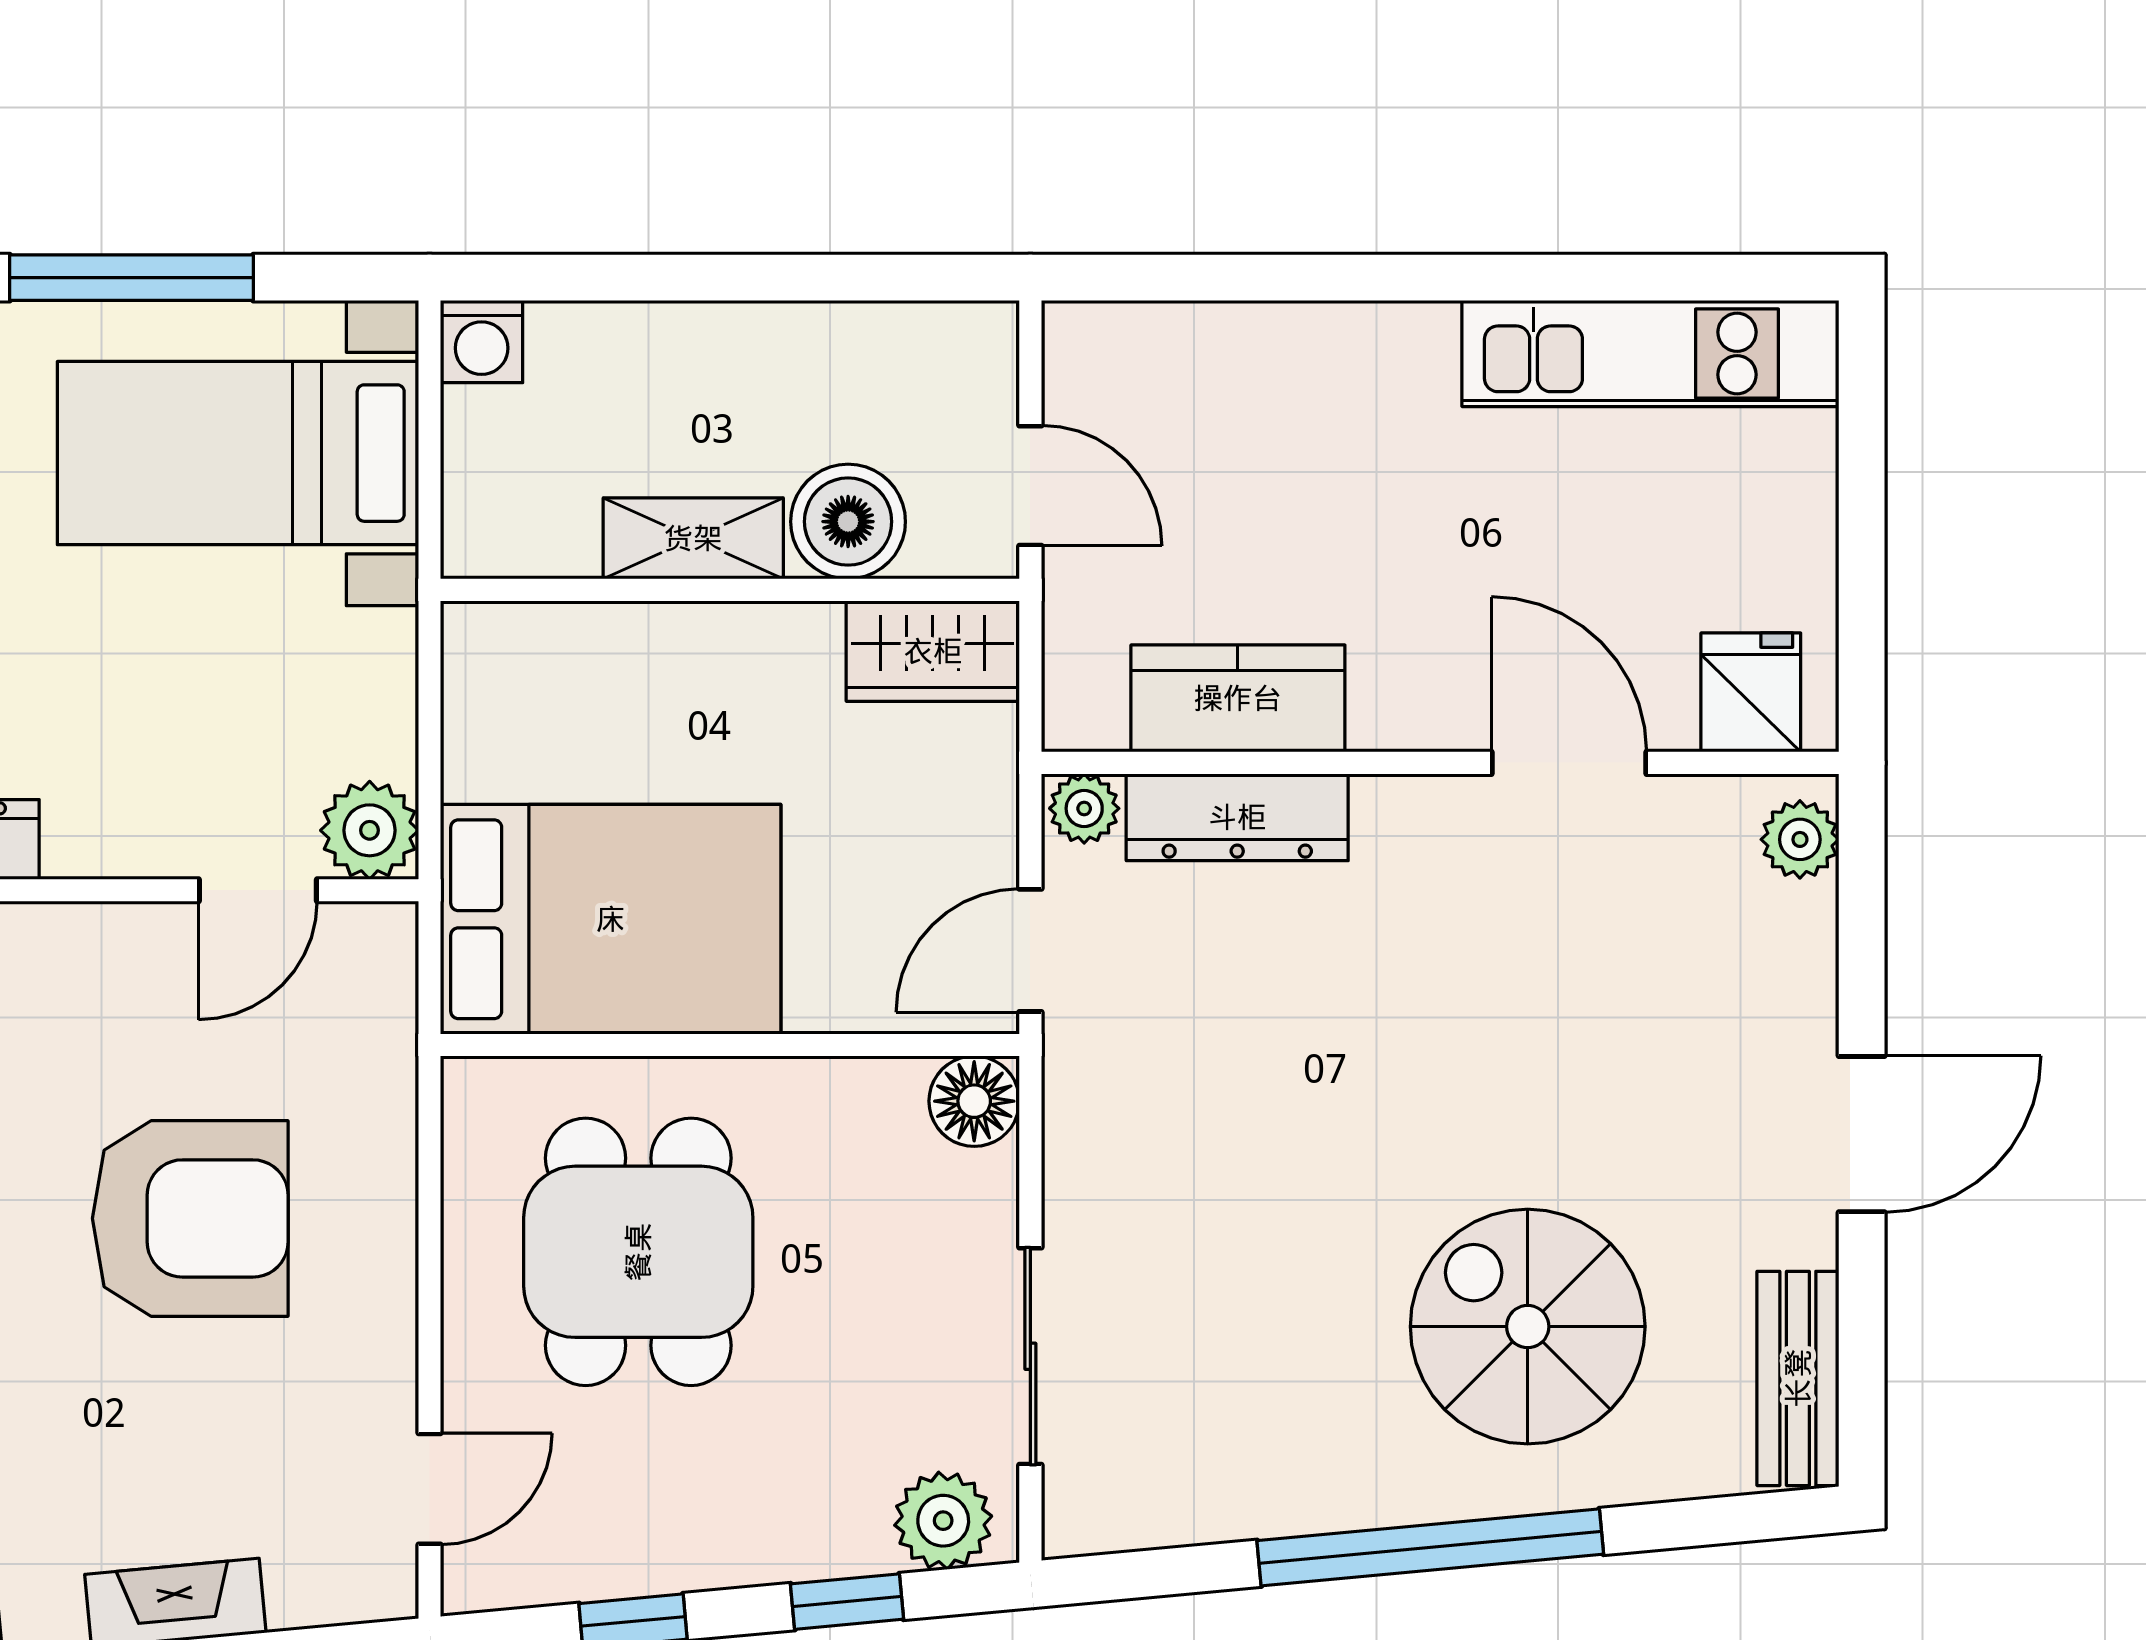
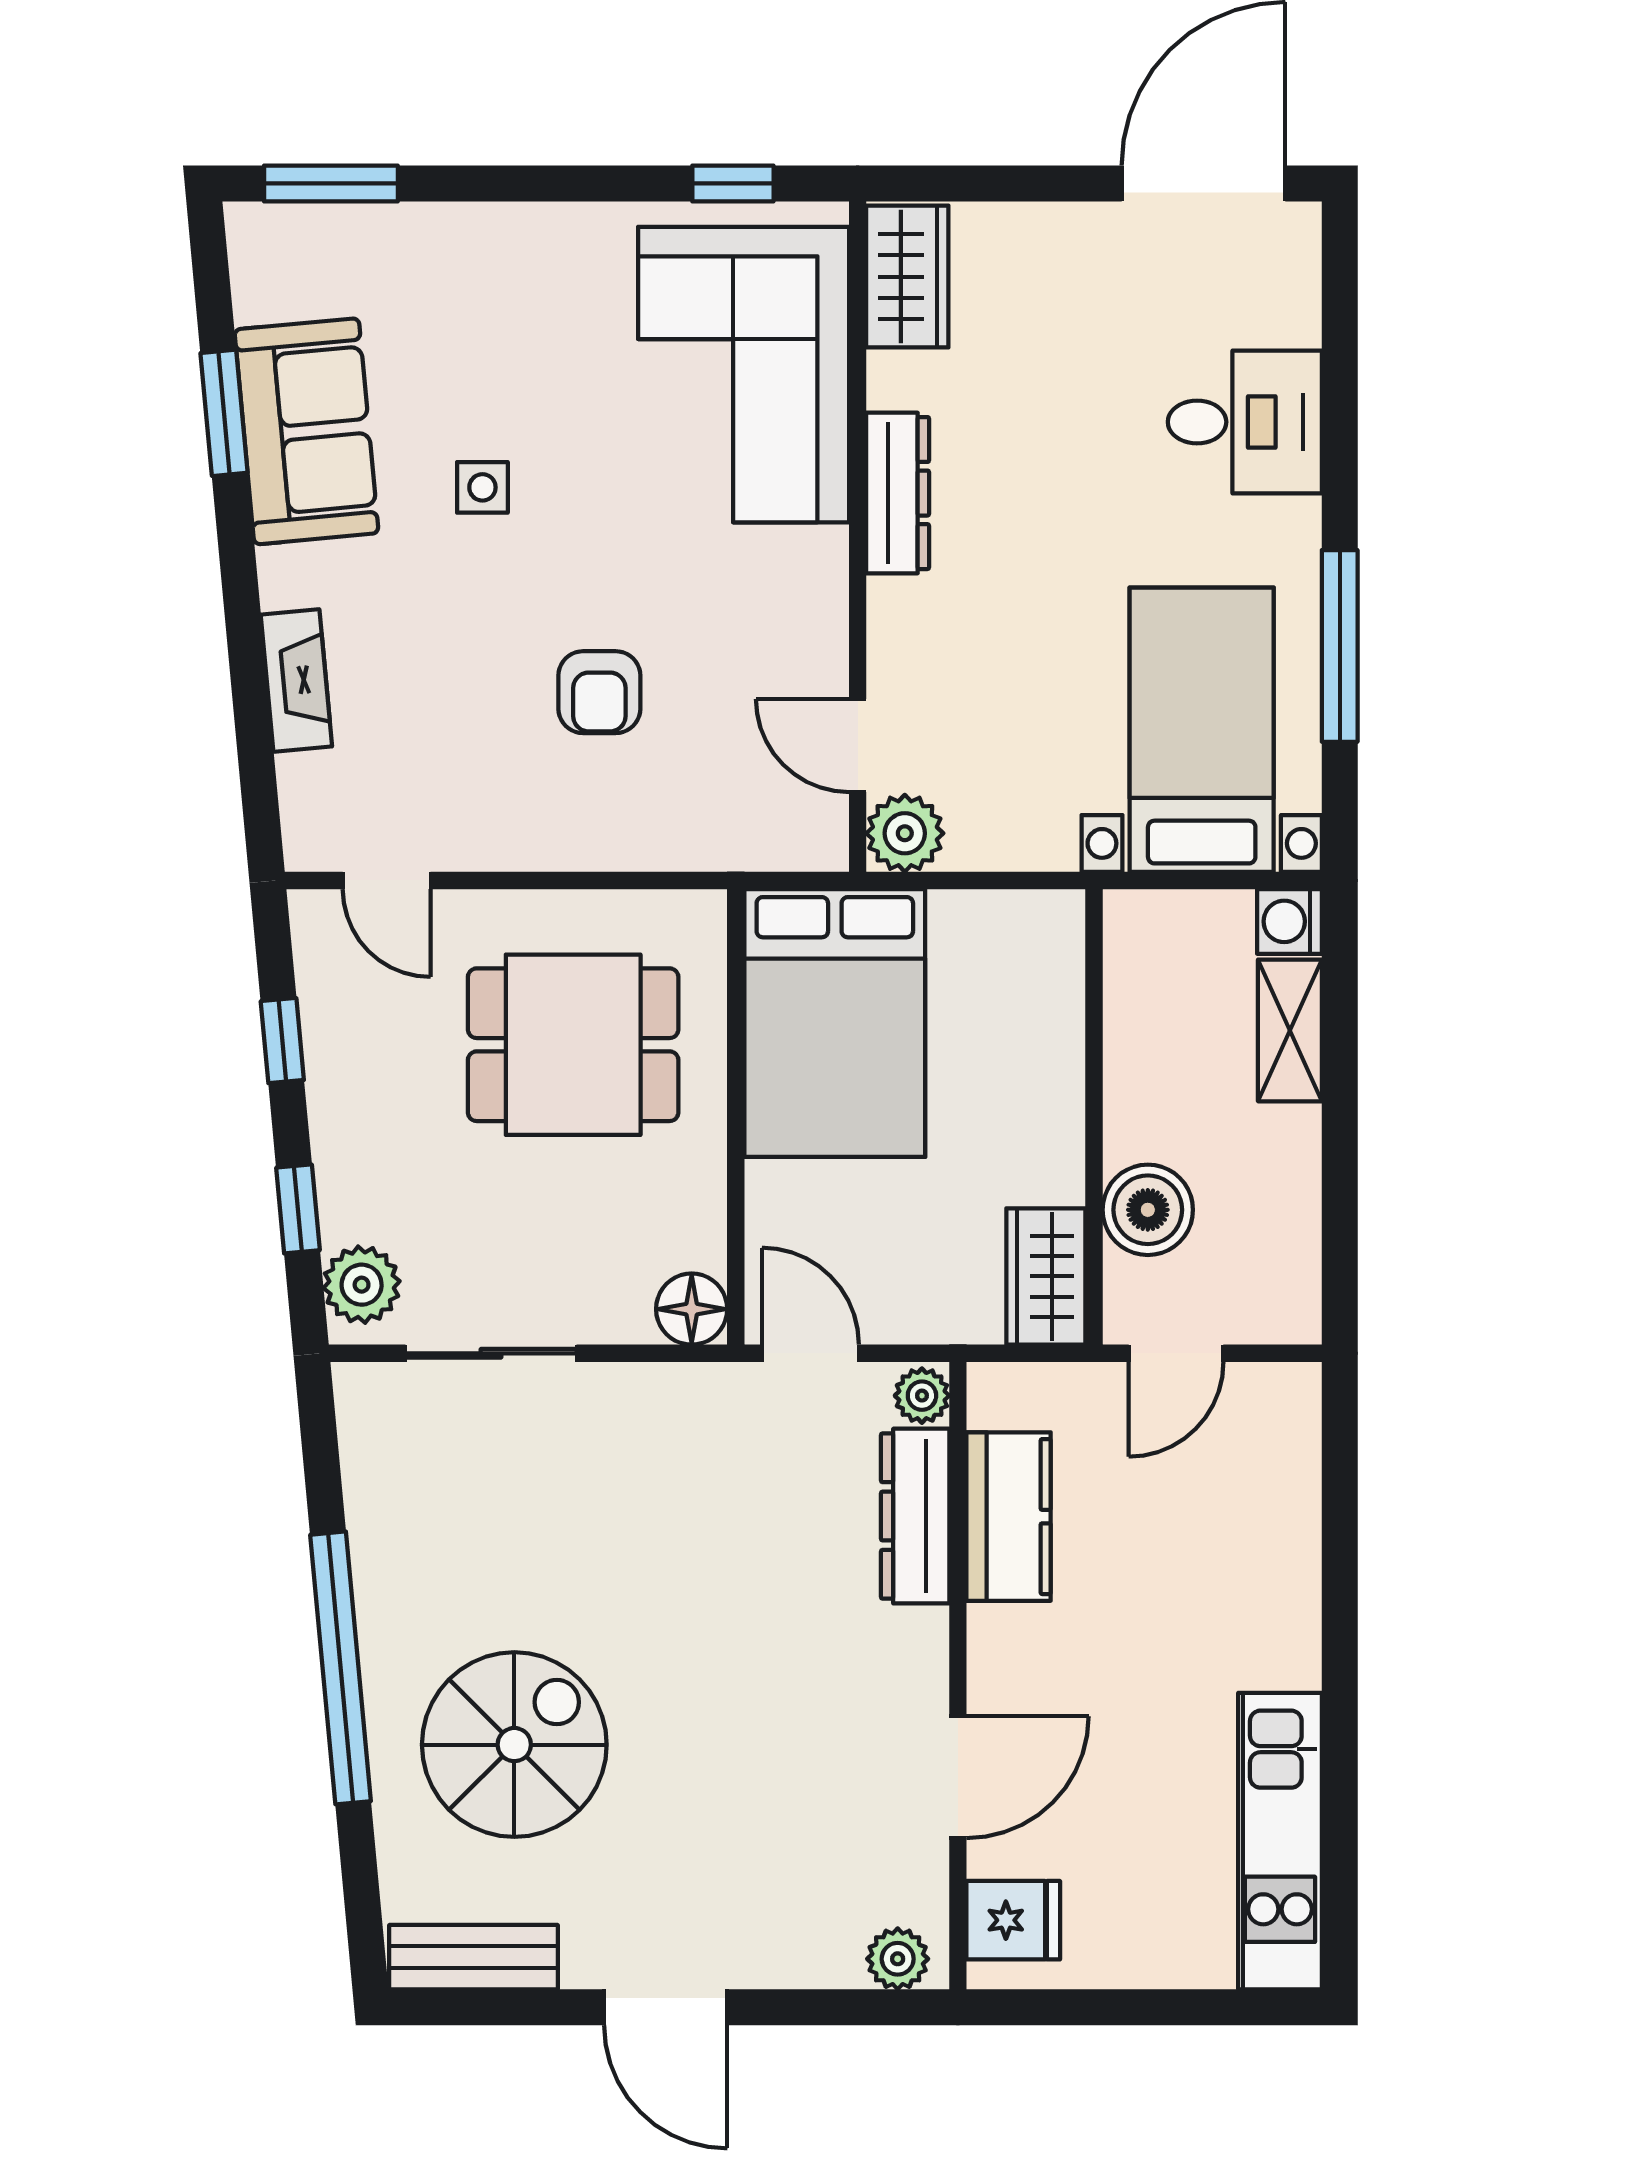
shelving: (693, 538) -> (1290, 1030), moved
armchair: (190, 1218) -> (599, 692), width x0.53, depth x0.53

